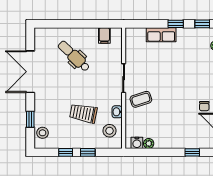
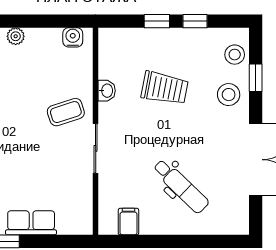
stool: (110, 131) -> (229, 95), moved
plant: (149, 143) -> (16, 36), moved

